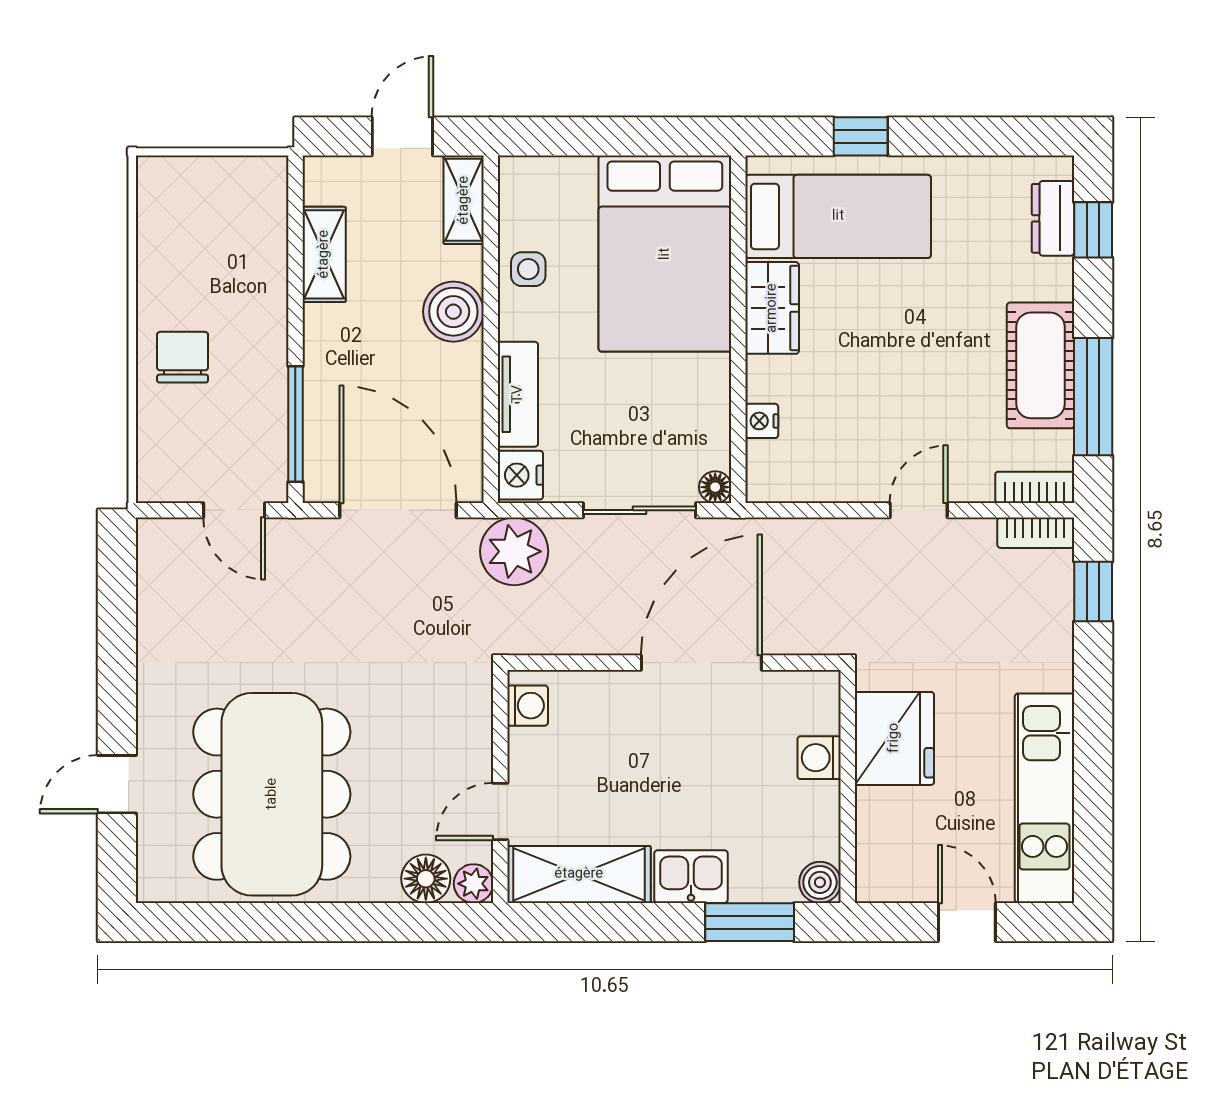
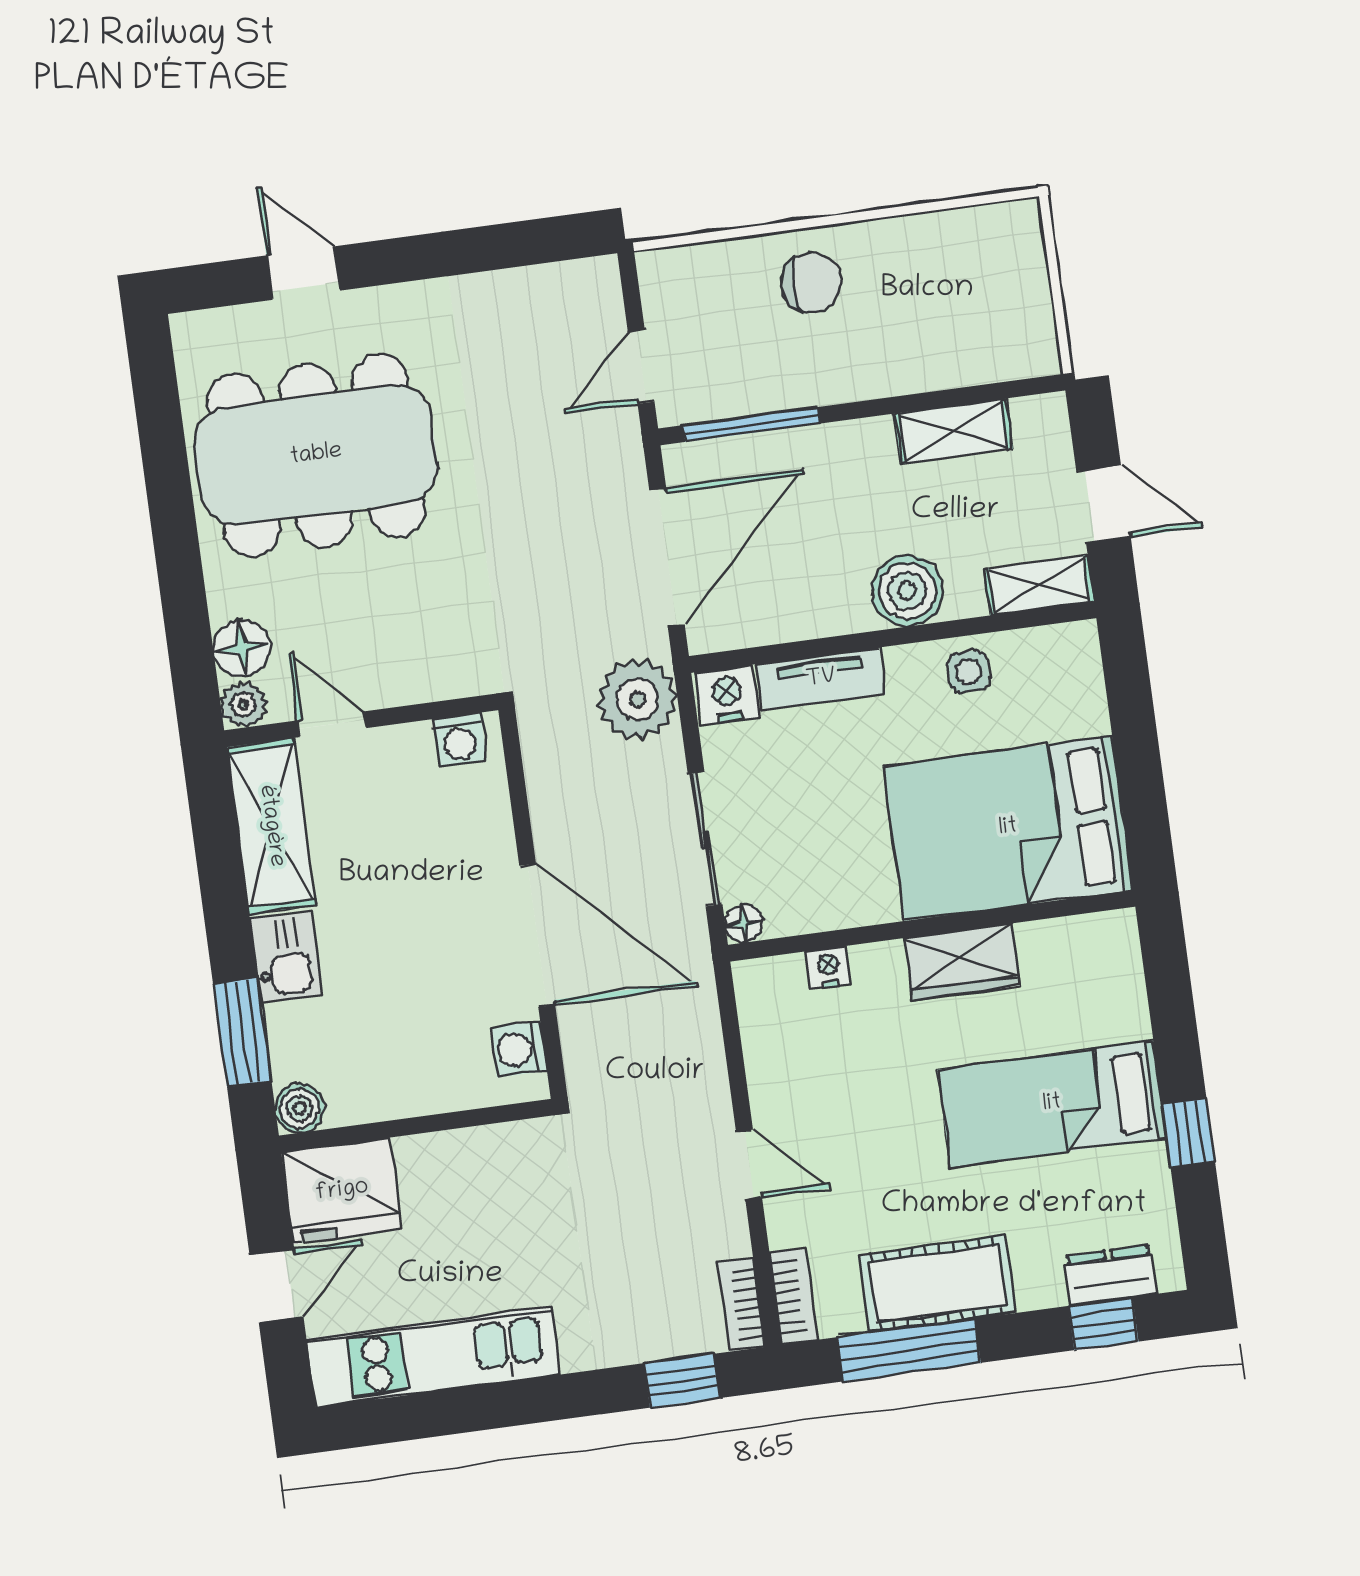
window: (861, 136) -> (1189, 1133), moved
bed: (838, 216) -> (1052, 1104), moved, turned 90
fridge: (894, 738) -> (342, 1191), moved
washing machine: (819, 758) -> (519, 1049), moved, turned -90

